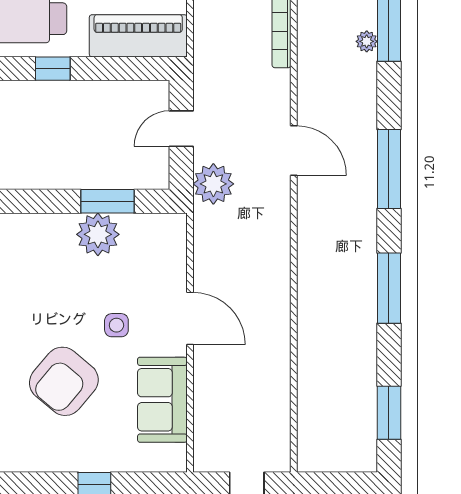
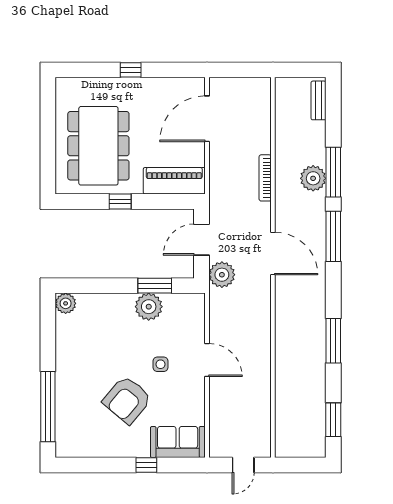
plant: (367, 41) -> (313, 178), width x1.87, depth x1.87
door: (181, 129) -> (202, 240), width x1.37
door: (294, 151) -> (273, 254), width x1.36
window: (389, 169) -> (333, 236), moved
sofa: (162, 400) -> (178, 442), moved, turned 90

